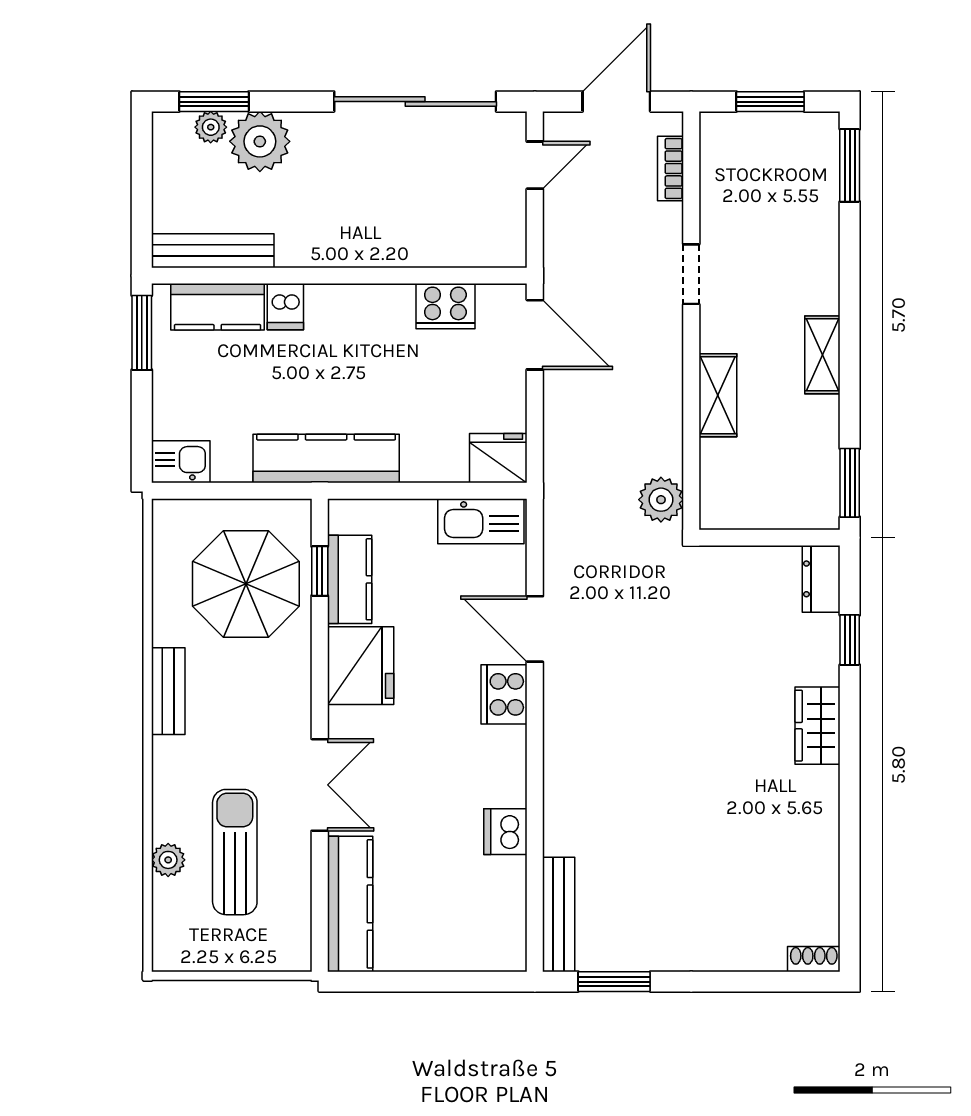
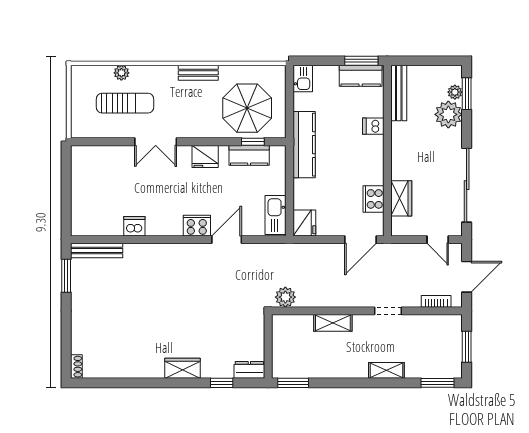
door: (616, 102) -> (467, 277), hinge flipped
wardrobe: (444, 245) -> (401, 198), added
kitchen counter: (218, 307) -> (361, 76), moved, turned -90
shelving: (822, 355) -> (386, 370), moved
fridge: (361, 666) -> (205, 157), width x0.73, depth x0.75
kitchen counter: (350, 904) -> (101, 156), removed

